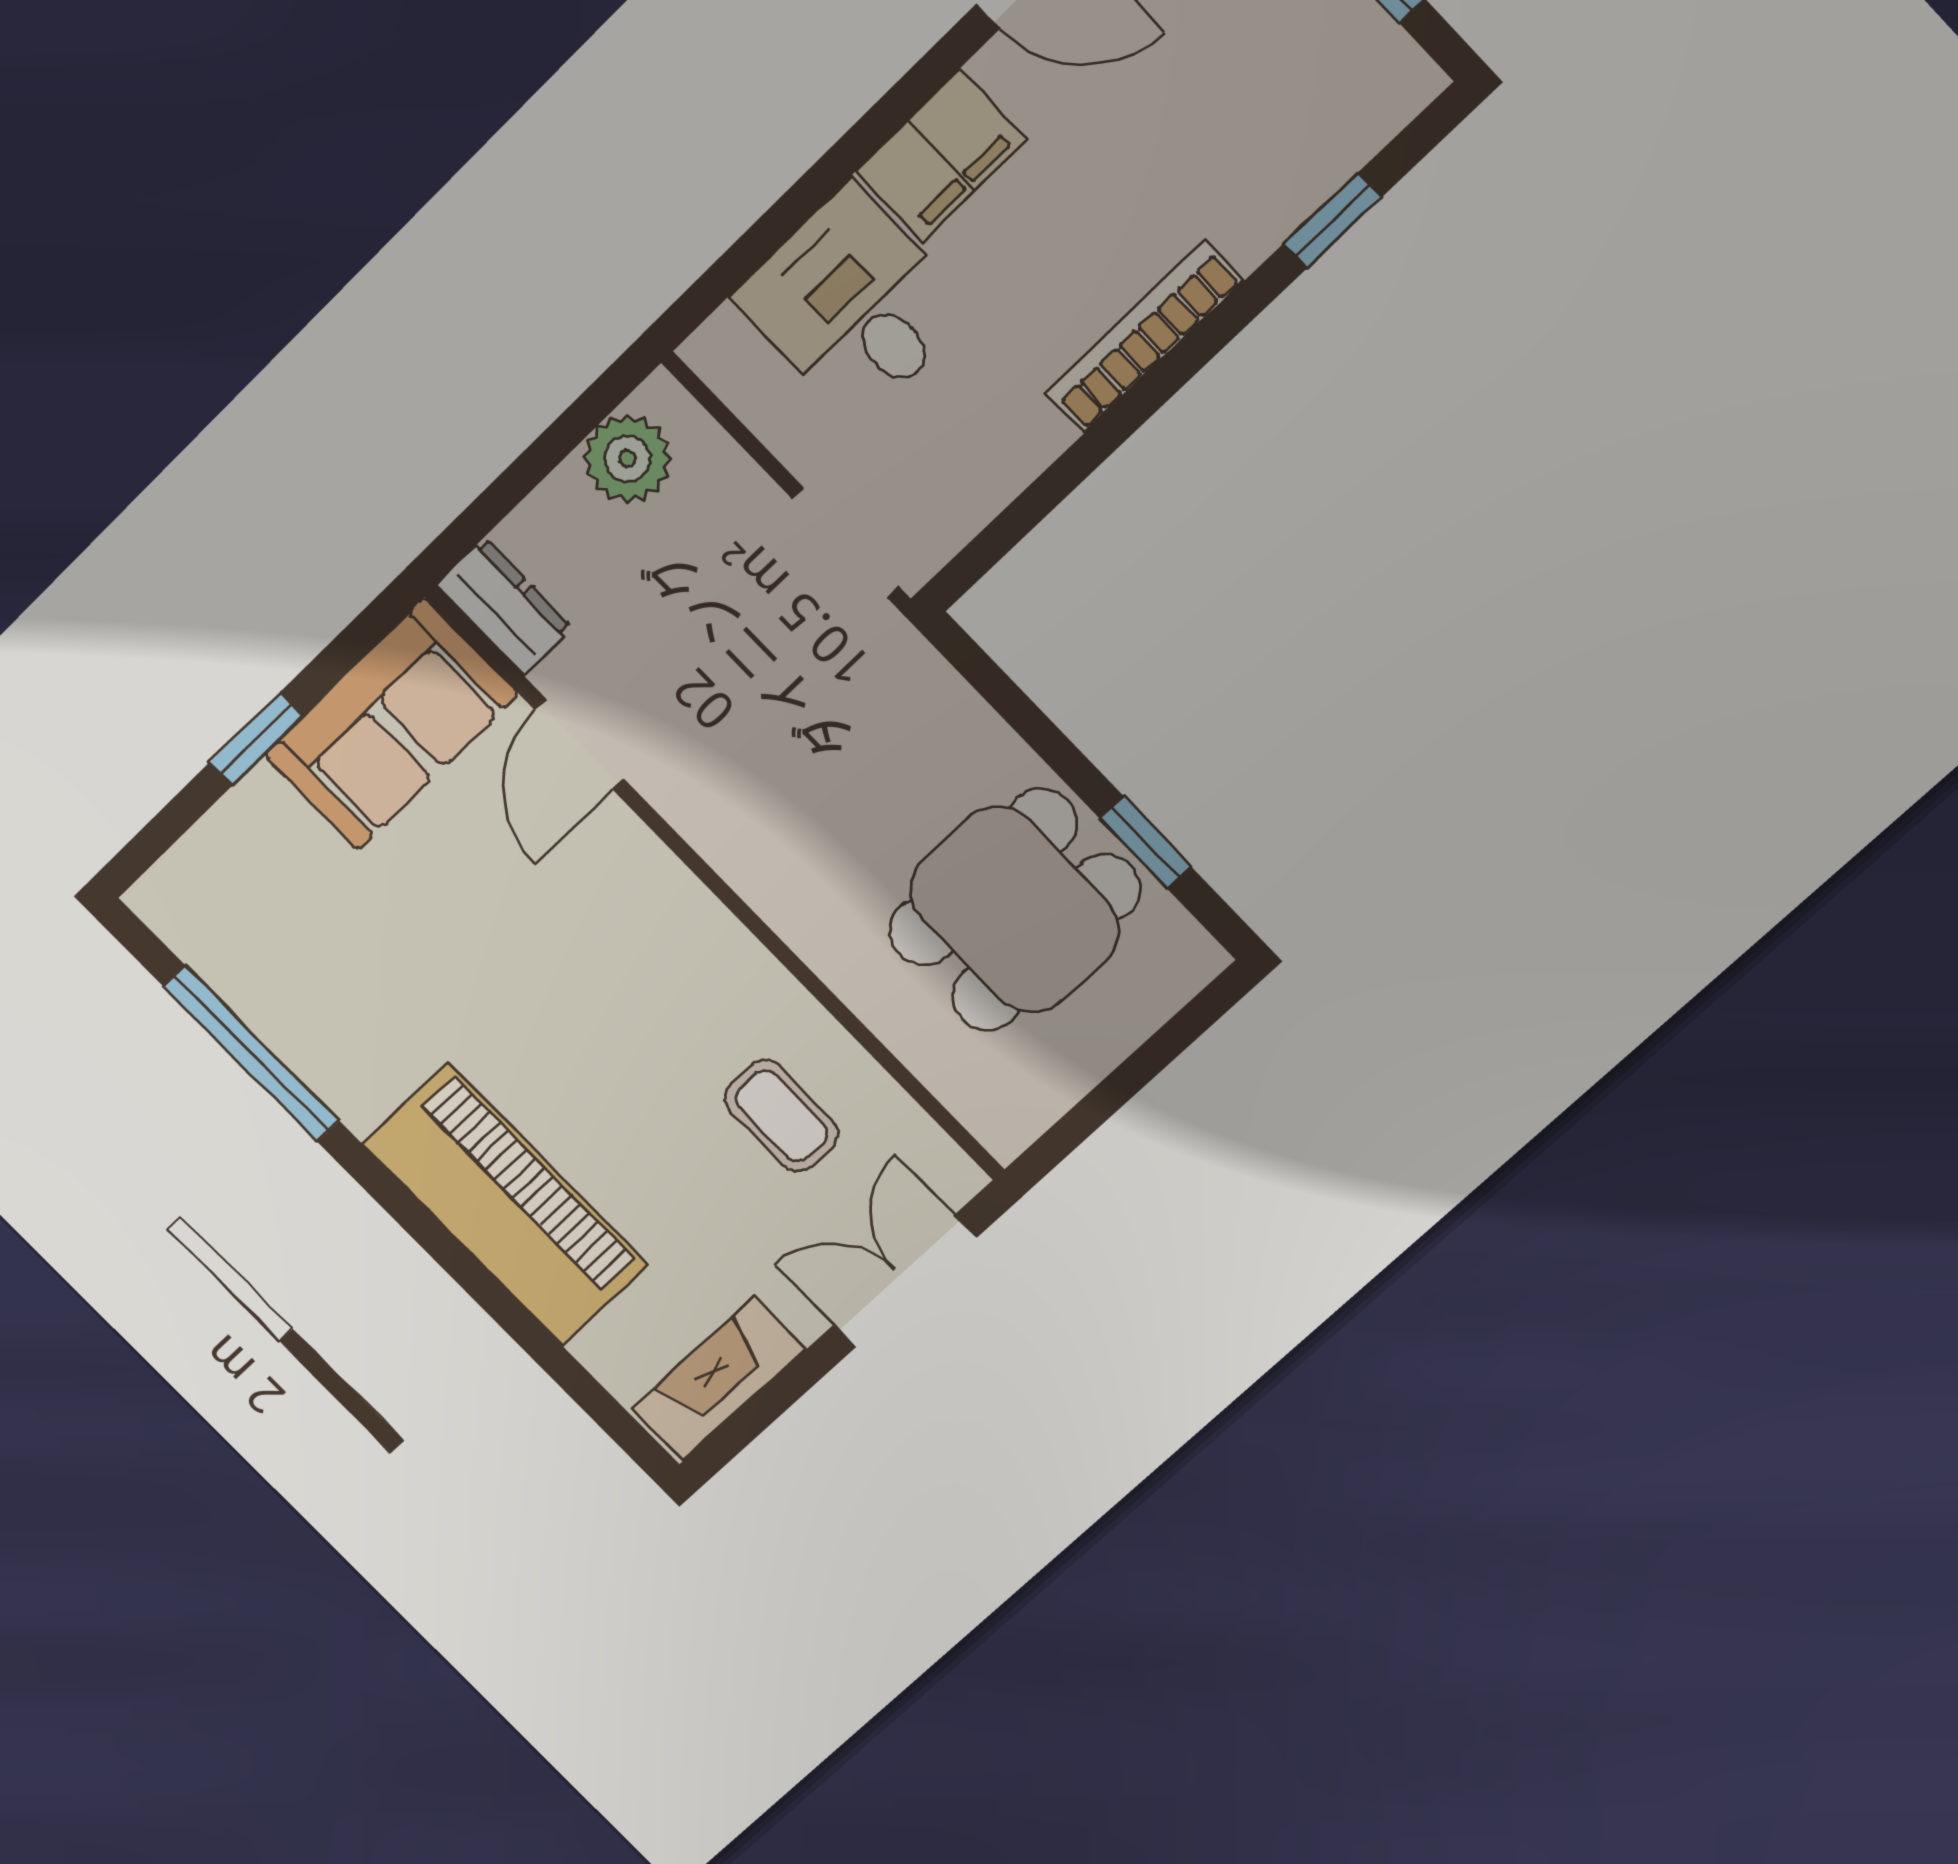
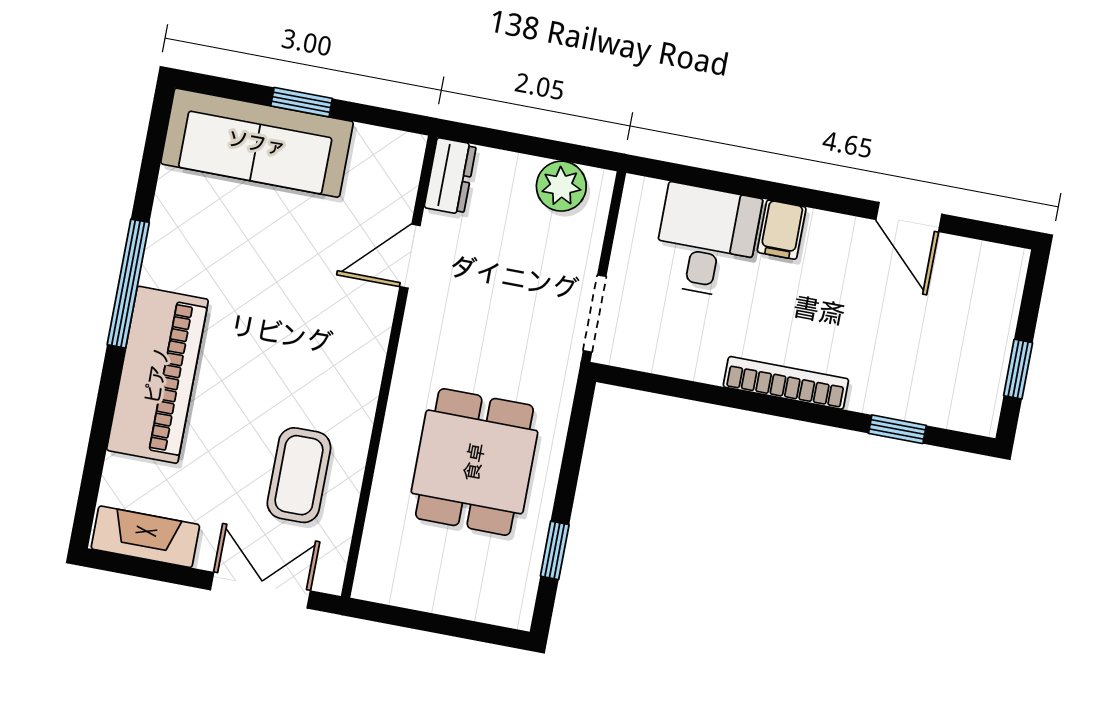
filing cabinet: (941, 156) -> (782, 230), width x0.50
sofa: (391, 725) -> (257, 143), moved, width x1.36
dining table: (1014, 910) -> (474, 462), moved, turned 90
window: (251, 1054) -> (128, 284), moved
coffee table: (781, 1116) -> (299, 475), width x1.36, depth x1.30

